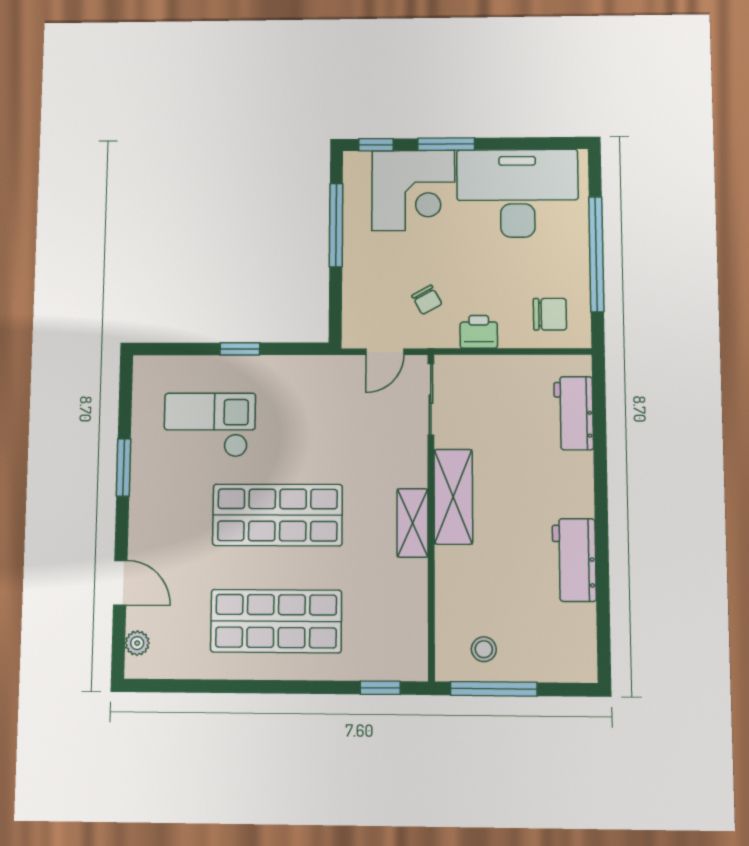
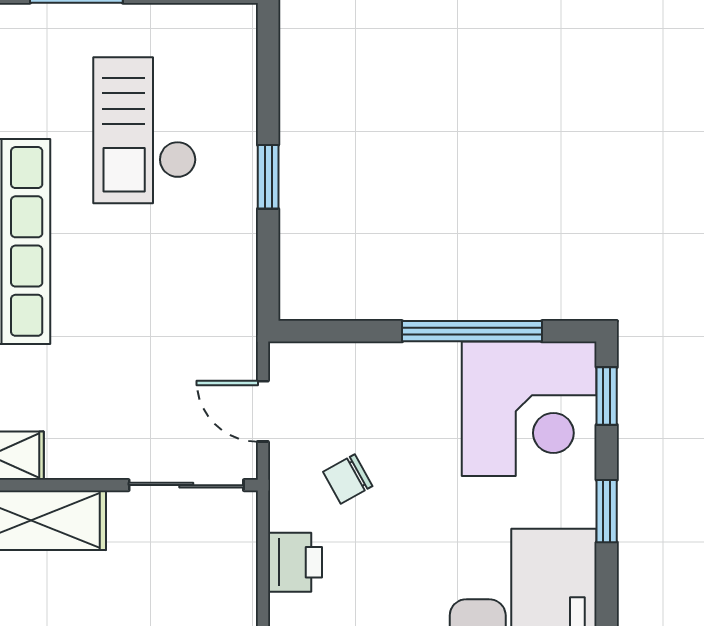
window: (446, 144) -> (607, 511), width x0.67
corner desk: (413, 190) -> (529, 409), moved, turned -90
checkout: (210, 425) -> (145, 130), turned 180

